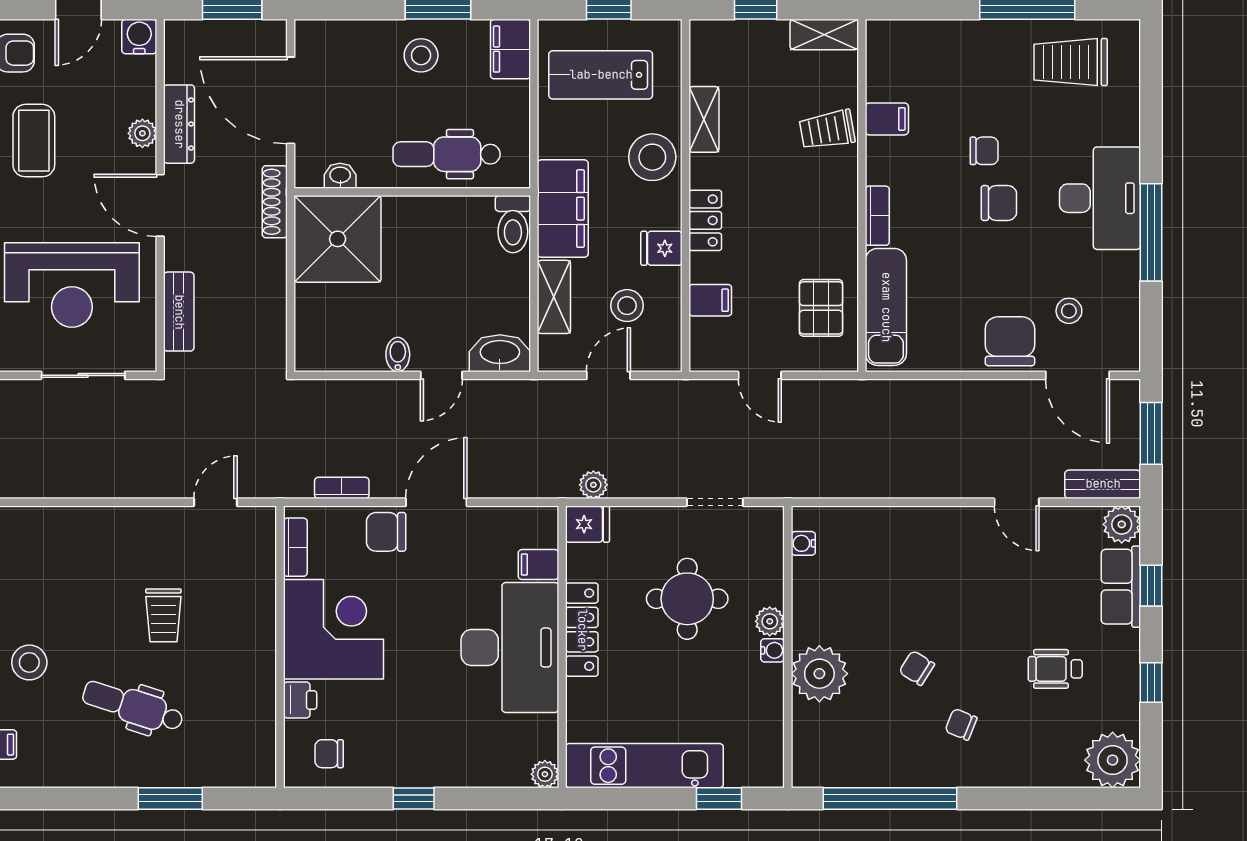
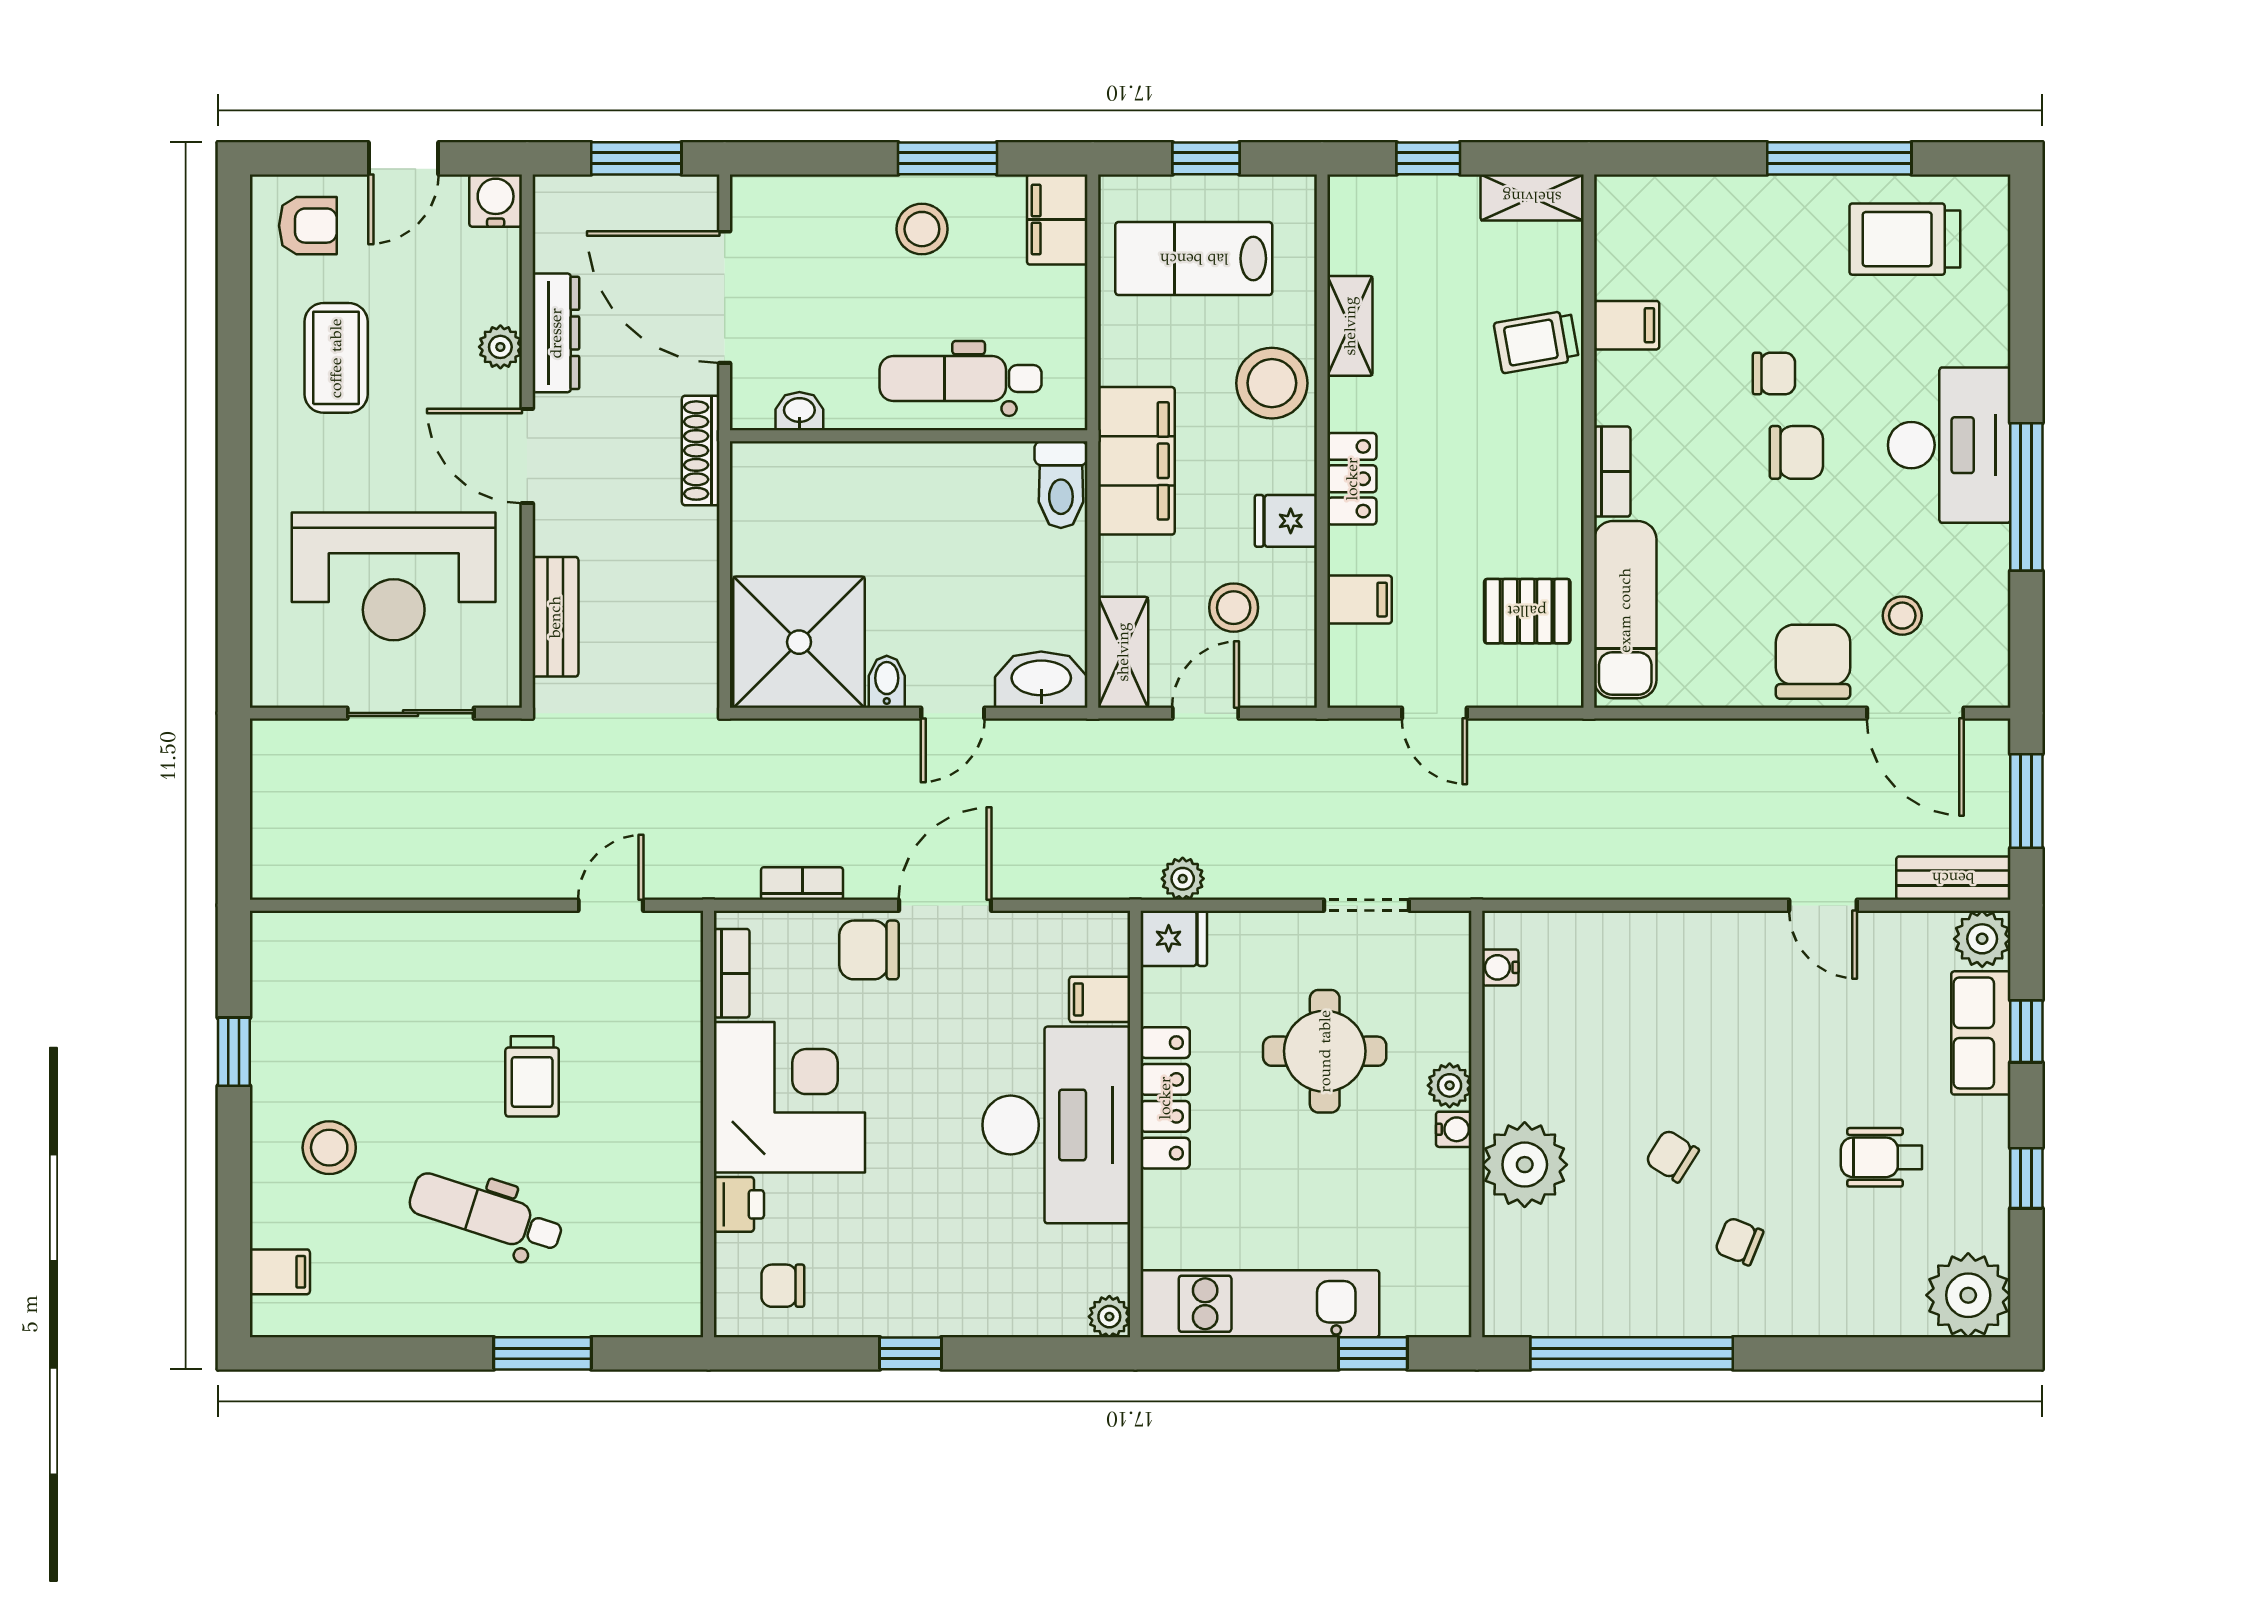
shower: (338, 239) -> (799, 642), moved
shelving: (554, 297) -> (1123, 652), moved
pallet: (821, 308) -> (1527, 611), turned 90

